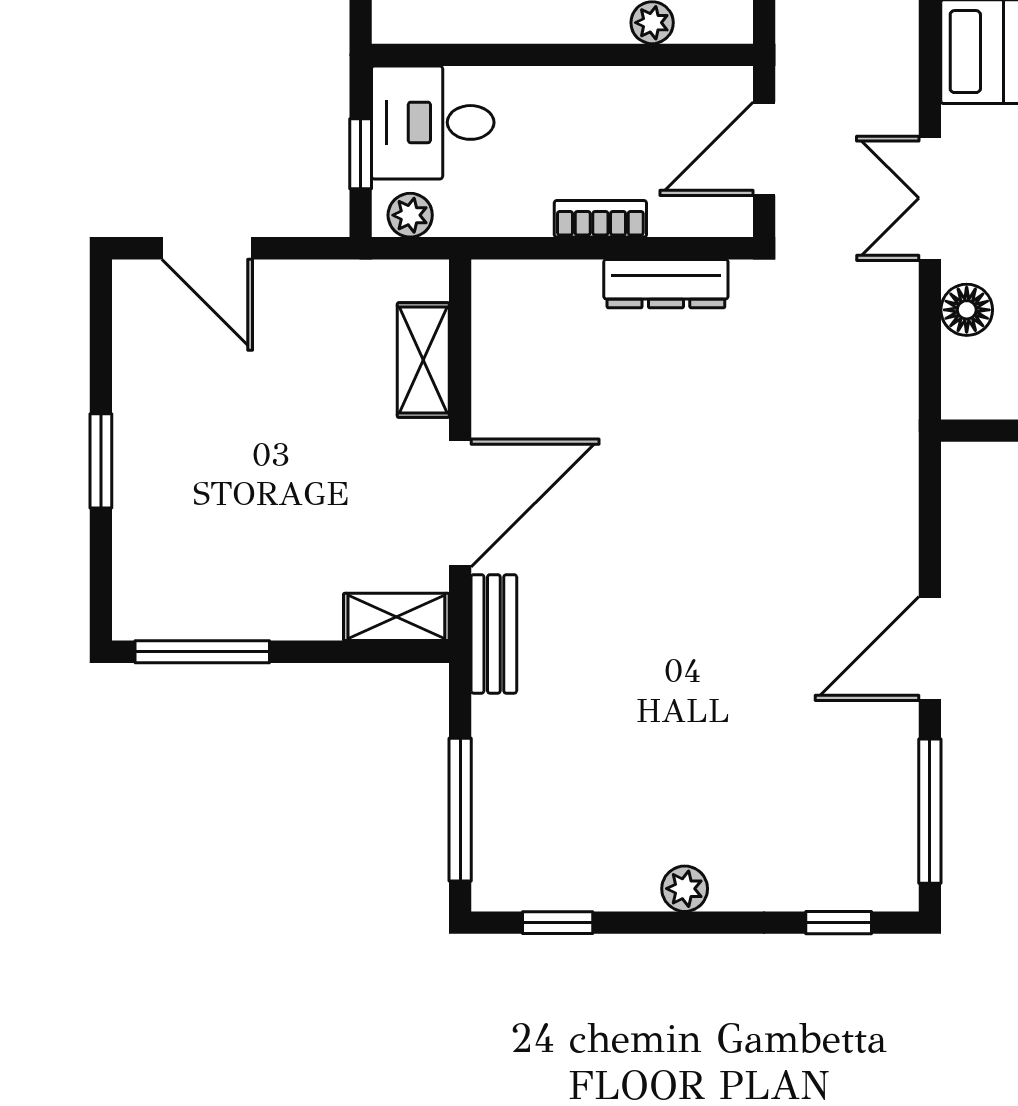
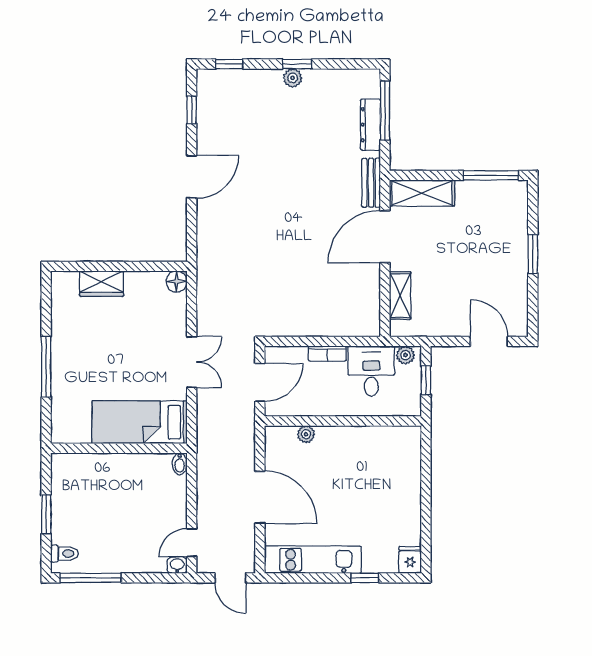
desk: (433, 122) -> (371, 371), moved, turned -90
dresser: (666, 284) -> (370, 125), moved, turned -90
floor lamp: (967, 310) -> (177, 282), moved
shelving: (396, 617) -> (422, 193), width x1.50, depth x1.33
window: (930, 811) -> (192, 110), width x0.46
window: (558, 923) -> (297, 64), moved

